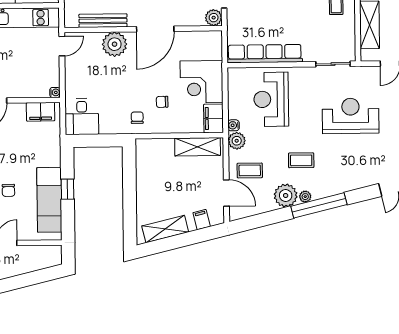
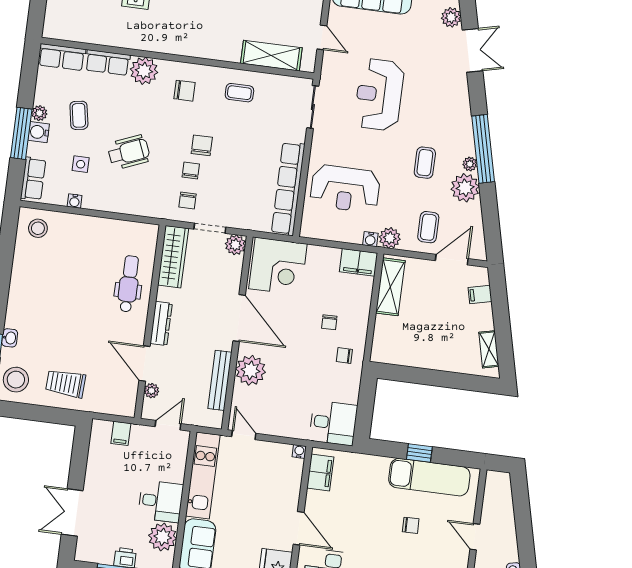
corner desk: (202, 82) -> (278, 266), moved
shelving: (165, 229) -> (489, 349), width x0.67, depth x0.75

